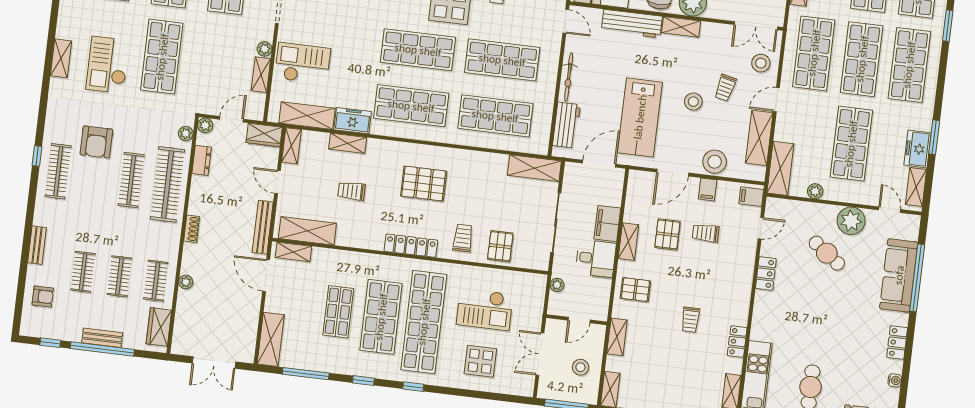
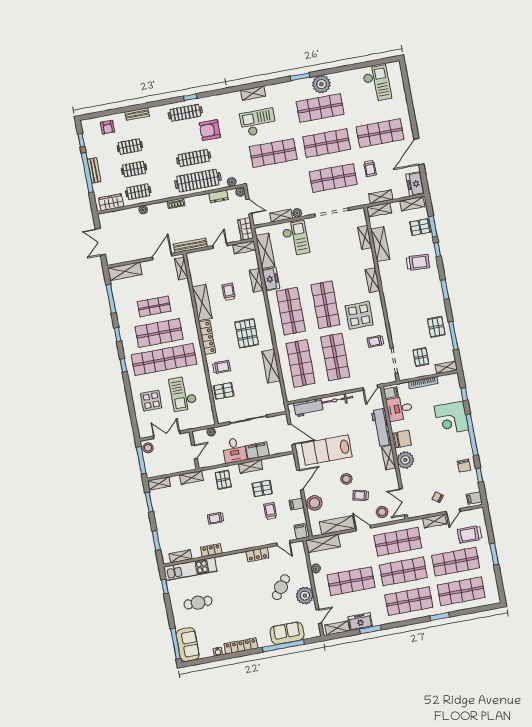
shelving: (534, 168) -> (271, 366), moved
door: (673, 173) -> (300, 480), swing flipped
shelving: (307, 231) -> (202, 303), moved
sofa: (899, 275) -> (287, 633), width x0.73
door: (579, 320) -> (194, 452), swing flipped
locker: (897, 342) -> (241, 646), width x1.53
stool: (580, 367) -> (148, 448), moved

